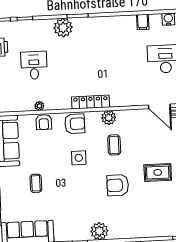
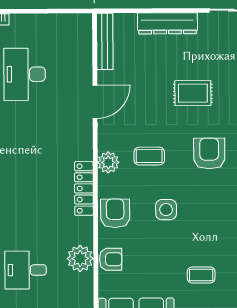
plant: (39, 106) -> (80, 259), width x1.87, depth x1.87
door: (159, 106) -> (95, 102), moved
rug: (158, 172) -> (193, 93), turned 90
armchair: (118, 185) -> (209, 154), turned 180

